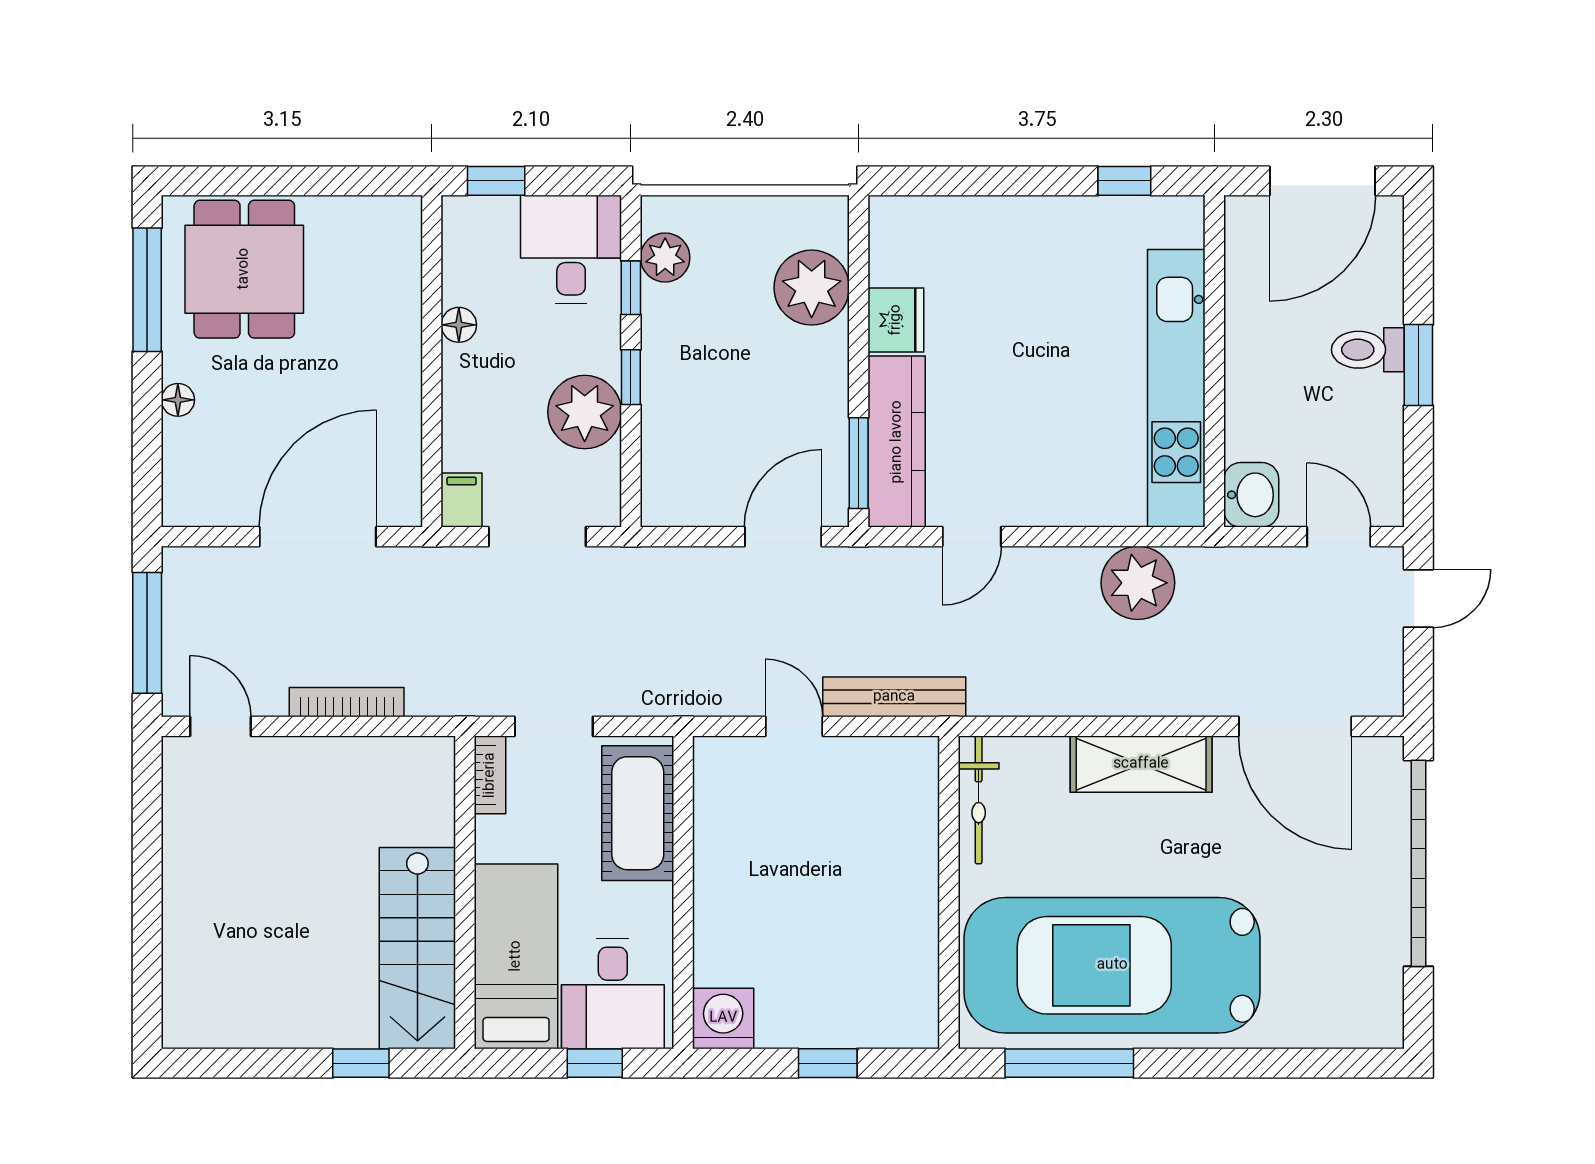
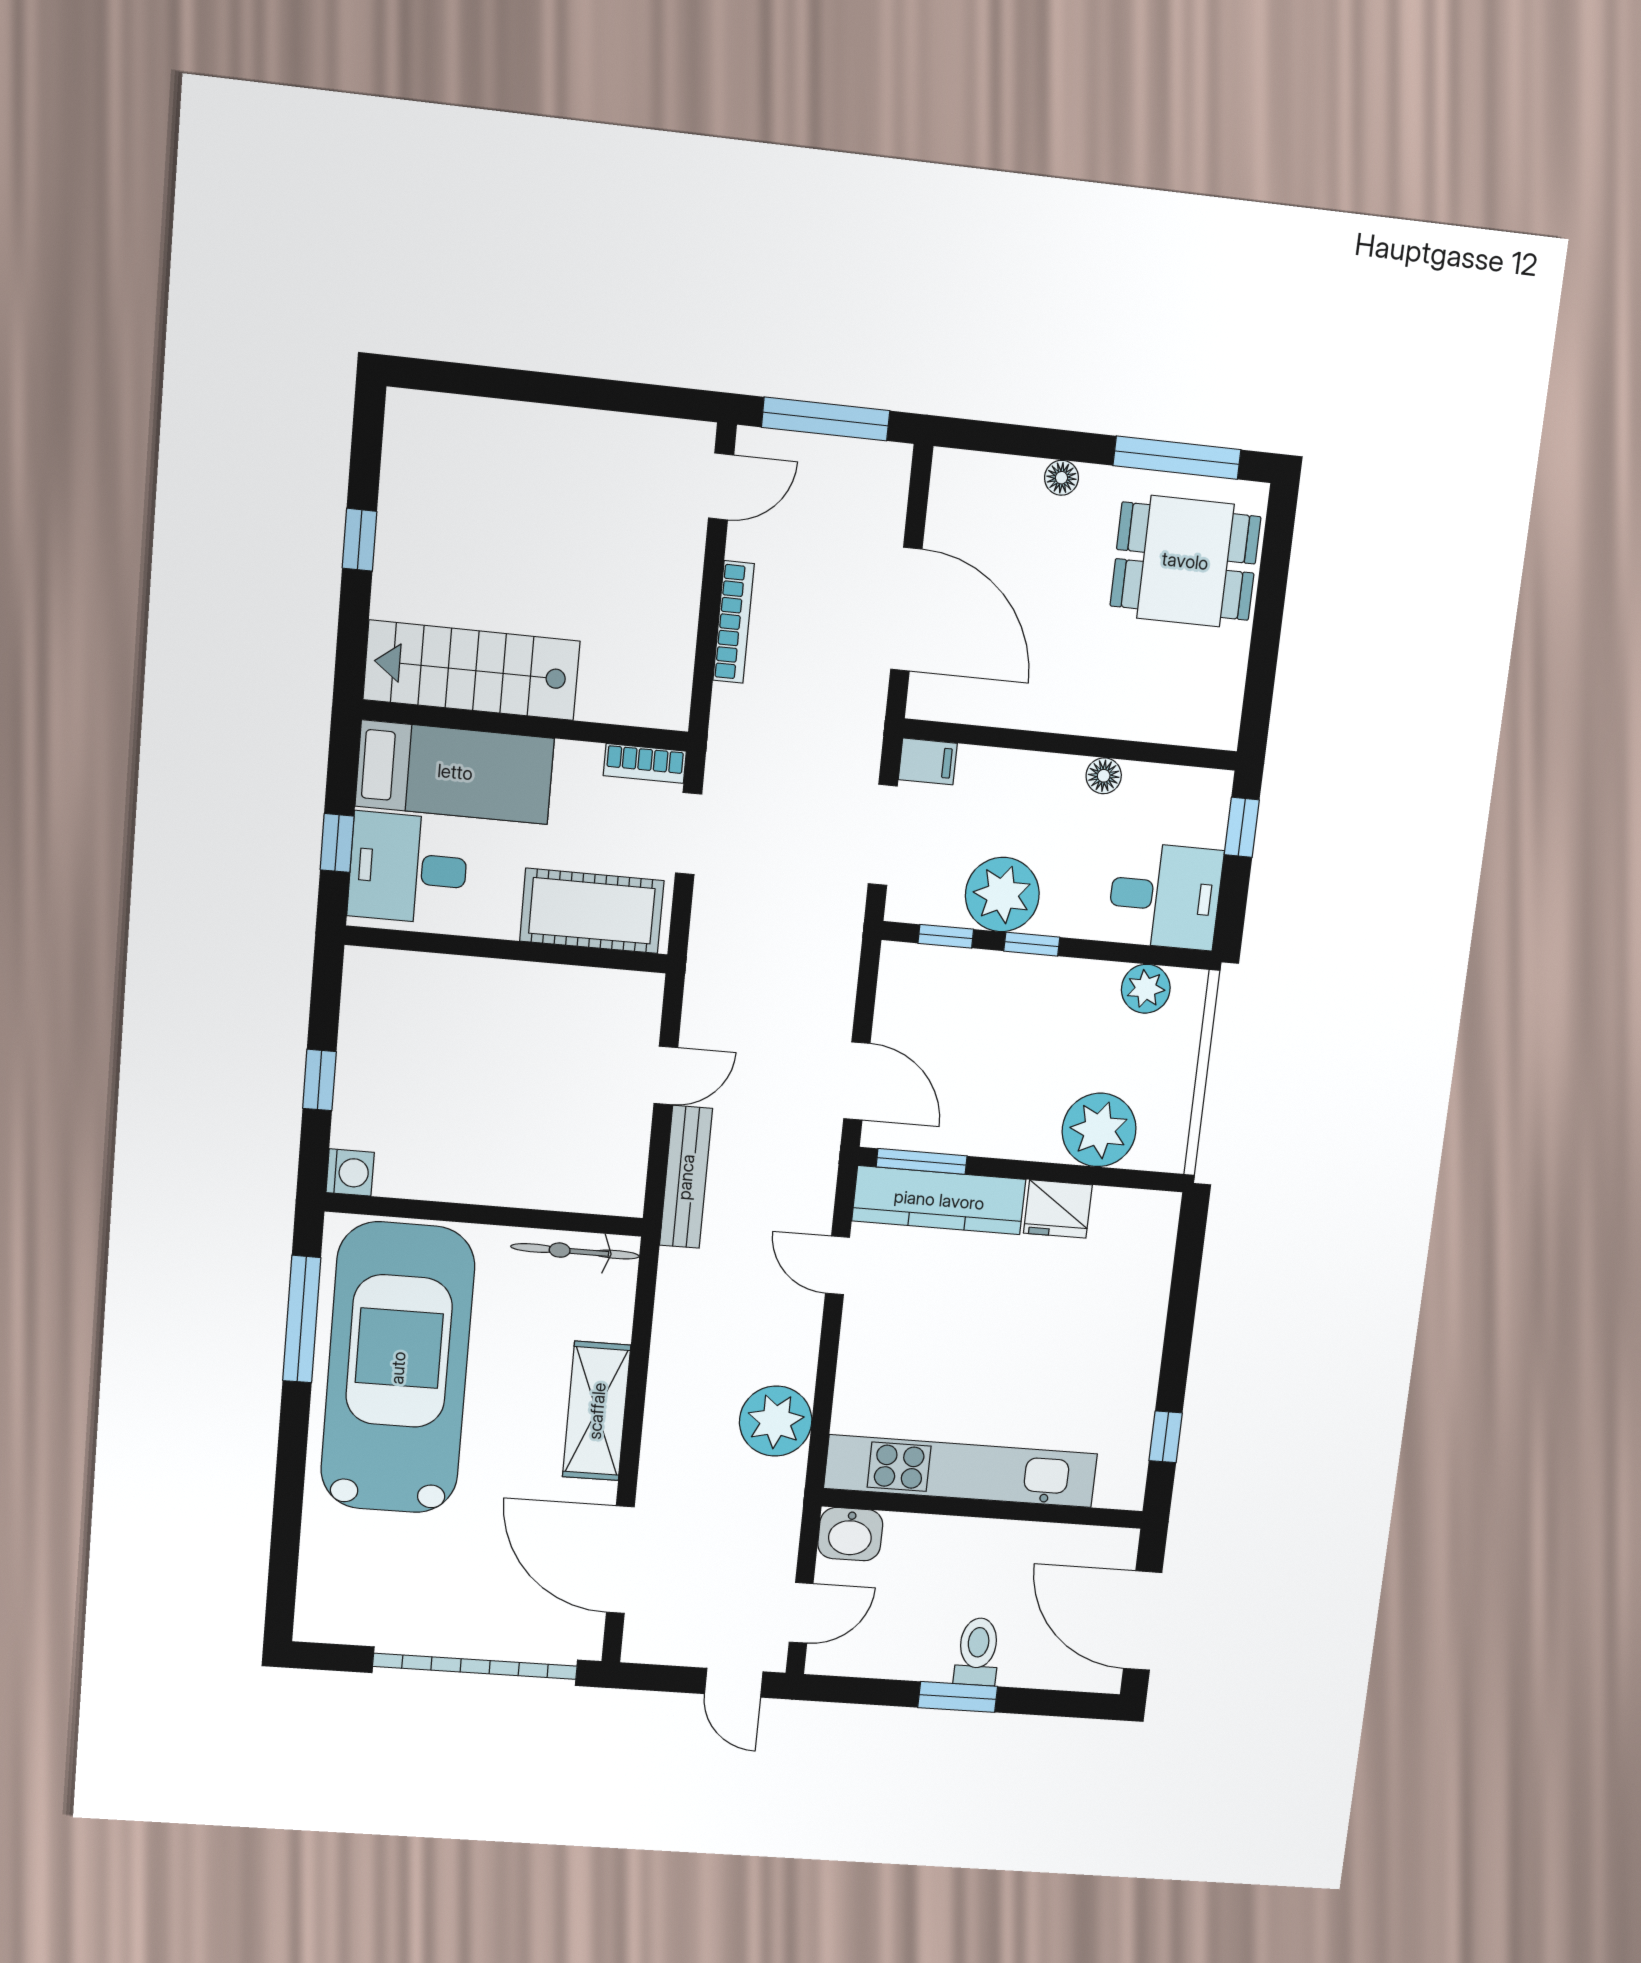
window: (631, 288) -> (946, 936), moved
door: (1295, 726) -> (620, 1560), hinge flipped
washing machine: (723, 1018) -> (350, 1173), moved, width x0.73, depth x0.73
window: (361, 1063) -> (360, 540), moved

